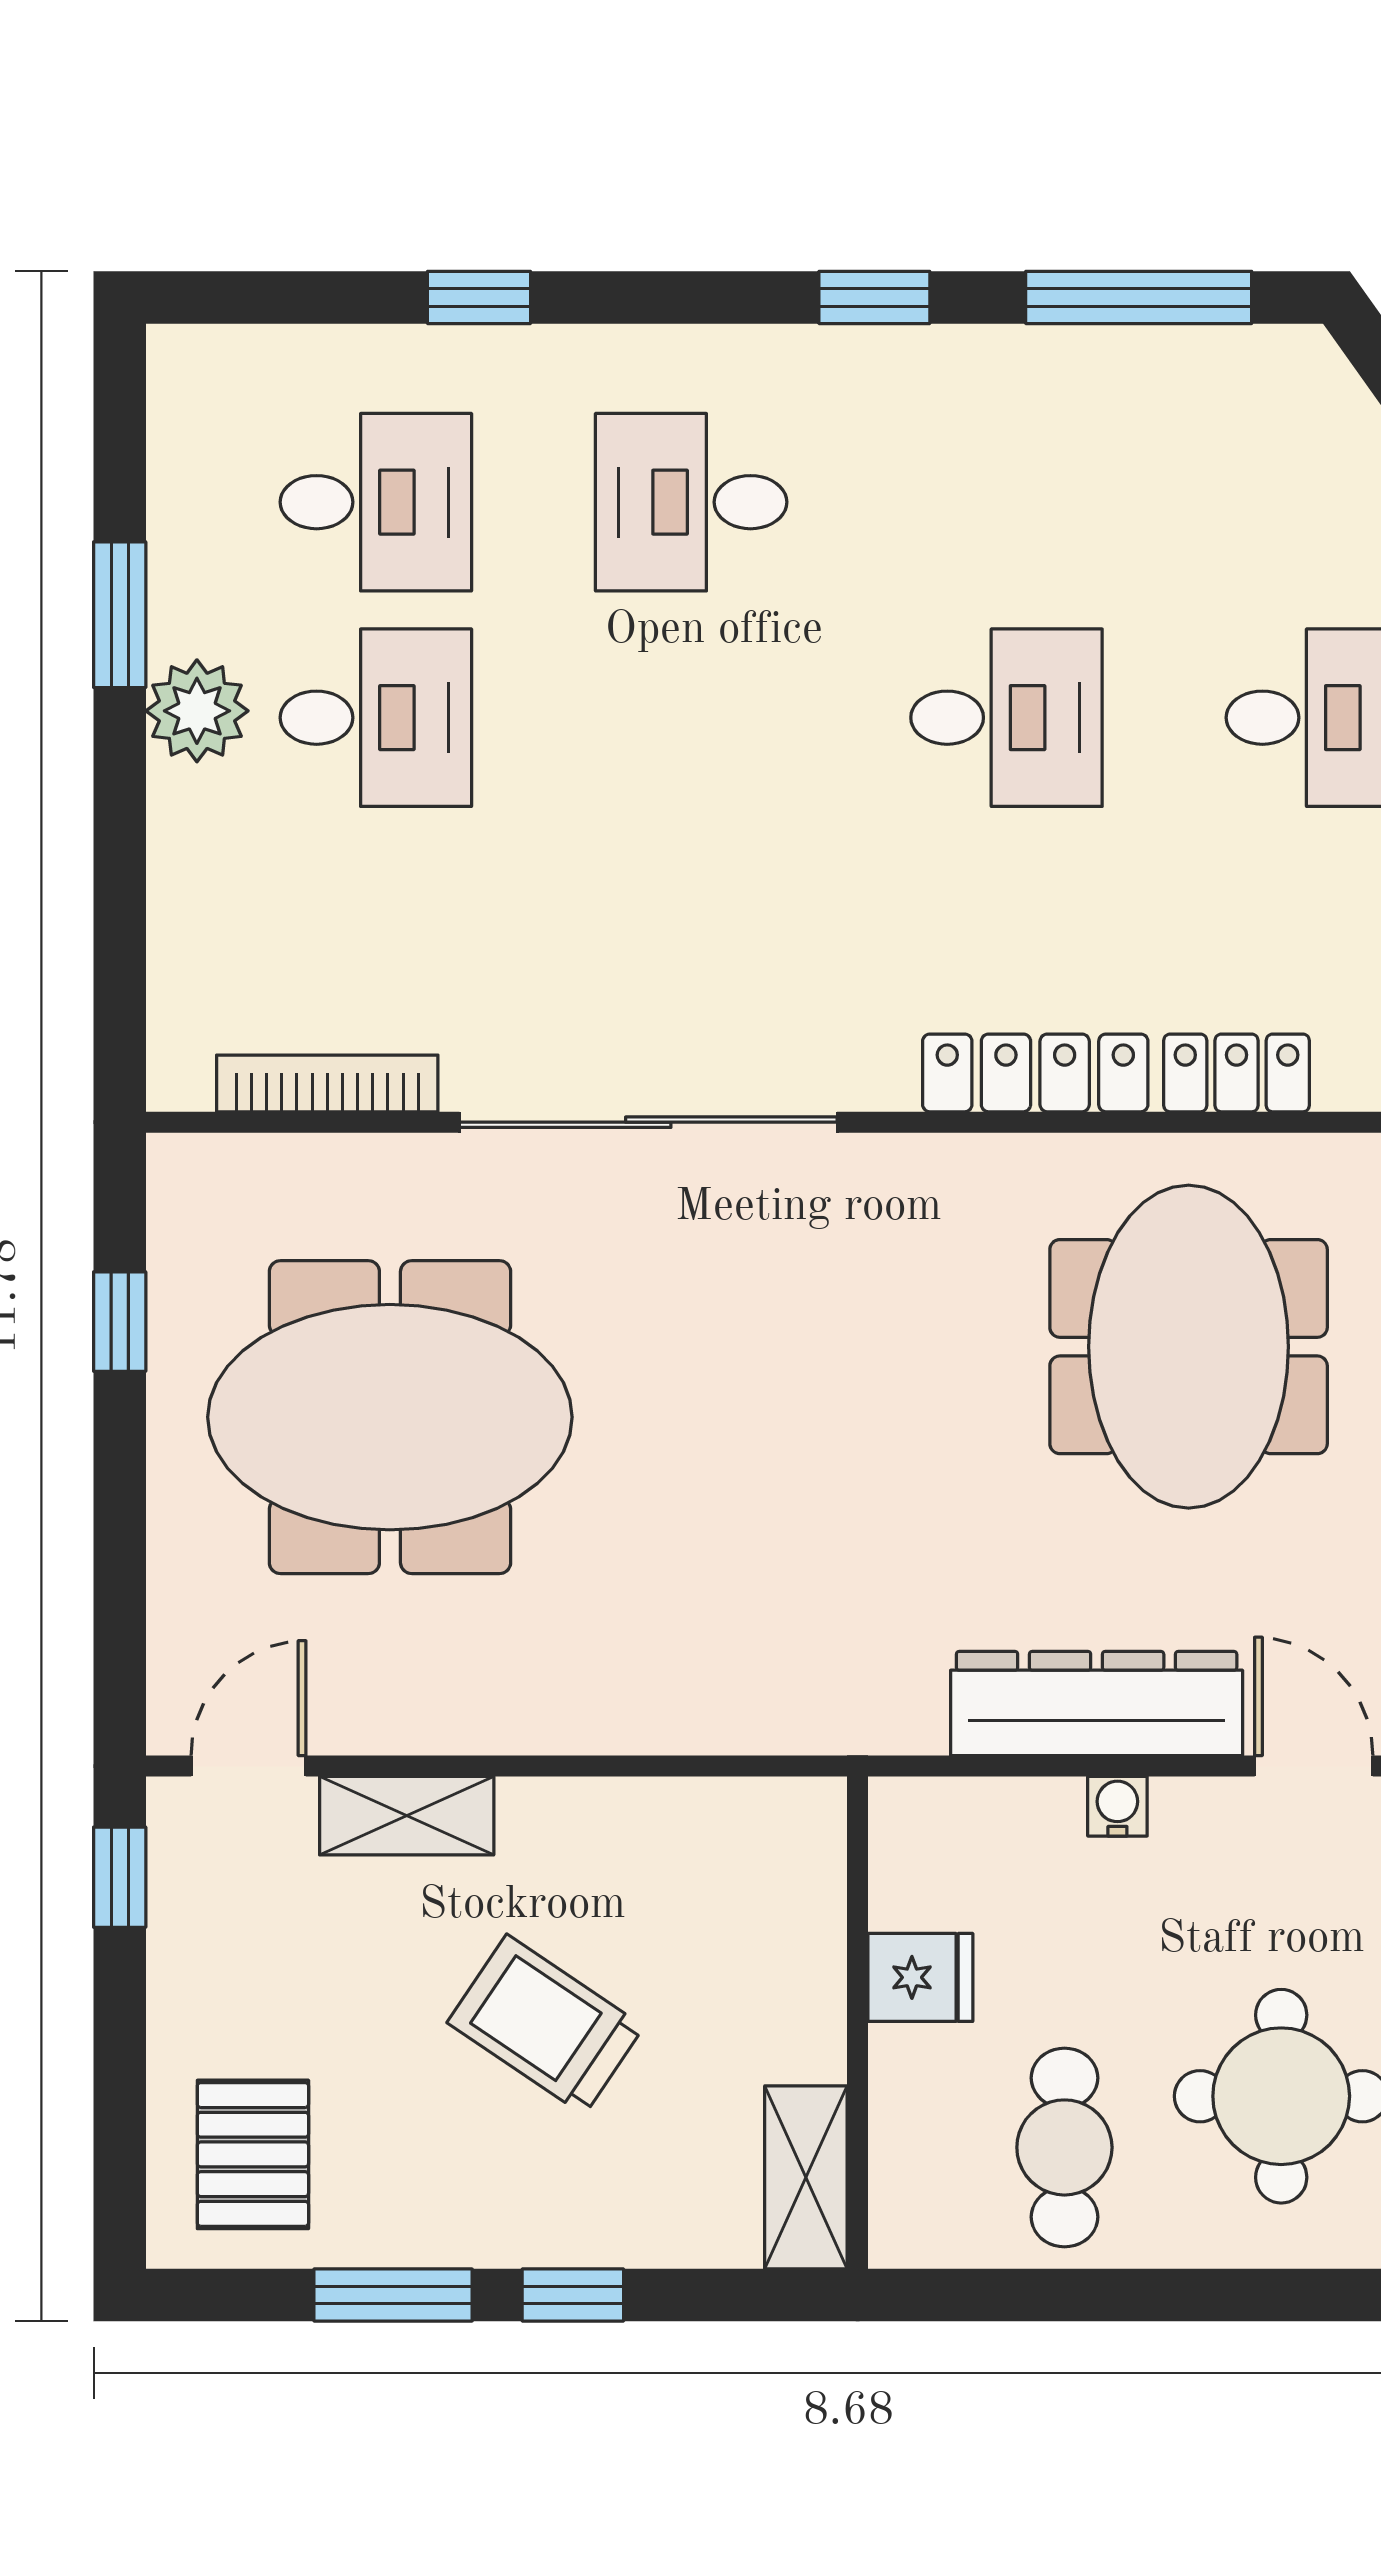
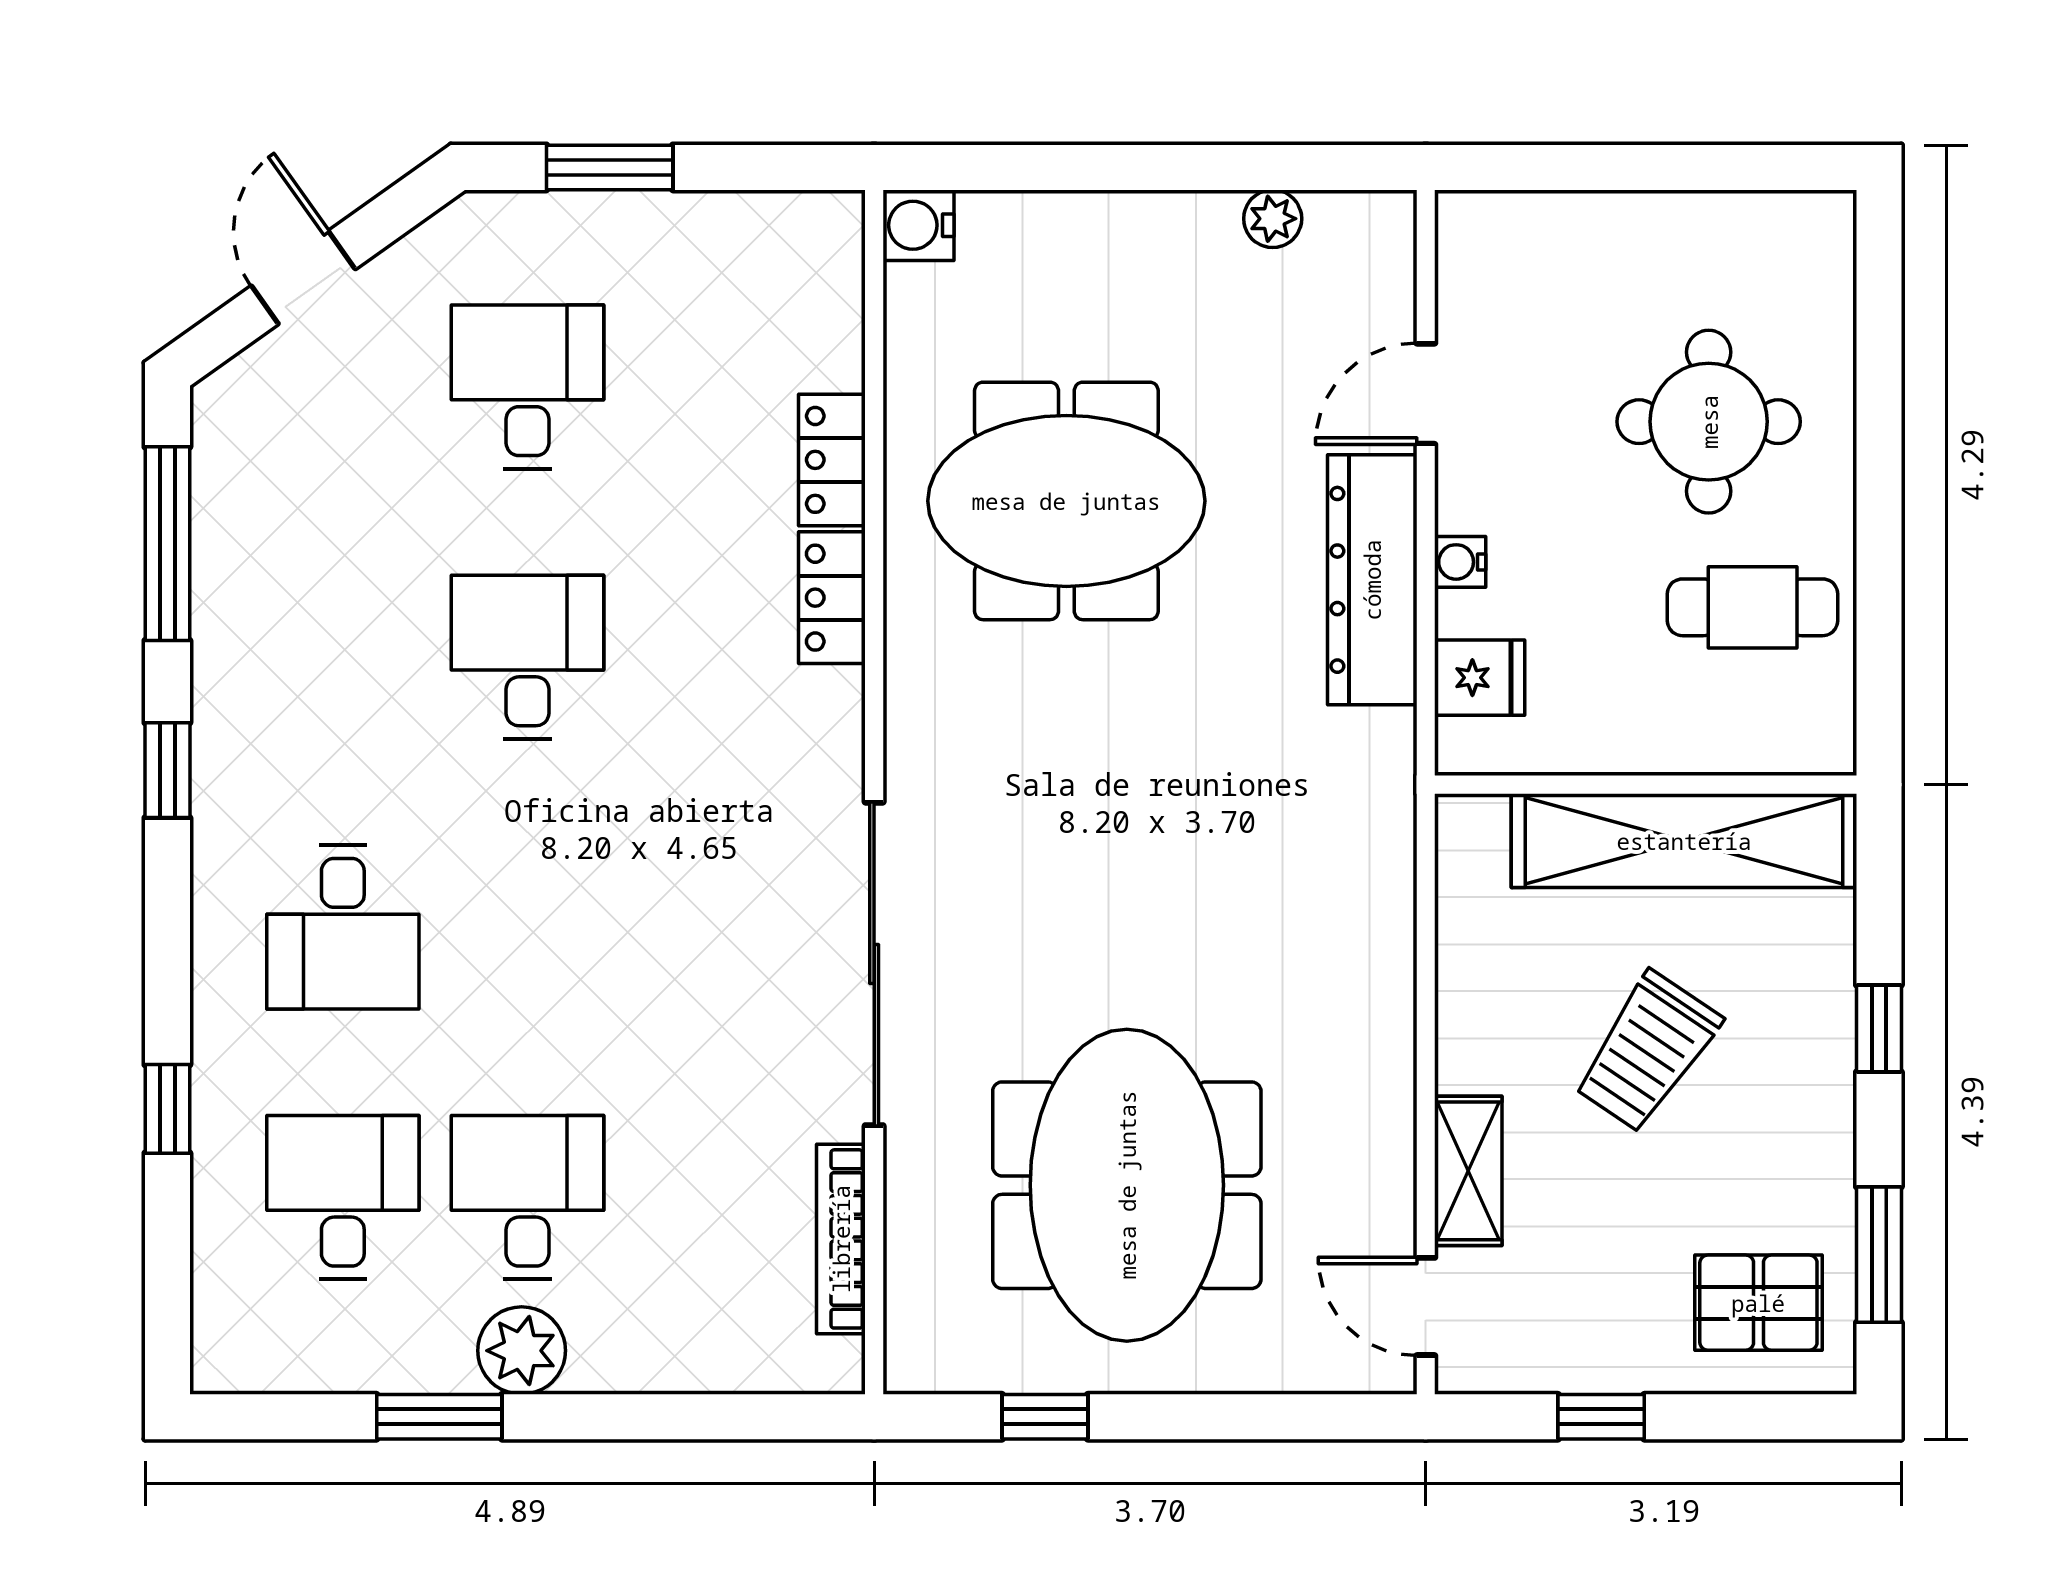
locker: (1035, 1073) -> (832, 598), width x0.66
window: (120, 1877) -> (1601, 1417), moved
fridge: (920, 1977) -> (1480, 678), moved, turned 90
shelving: (806, 2177) -> (1684, 841), width x2.20, depth x1.33
window: (393, 2295) -> (1879, 1255), moved

